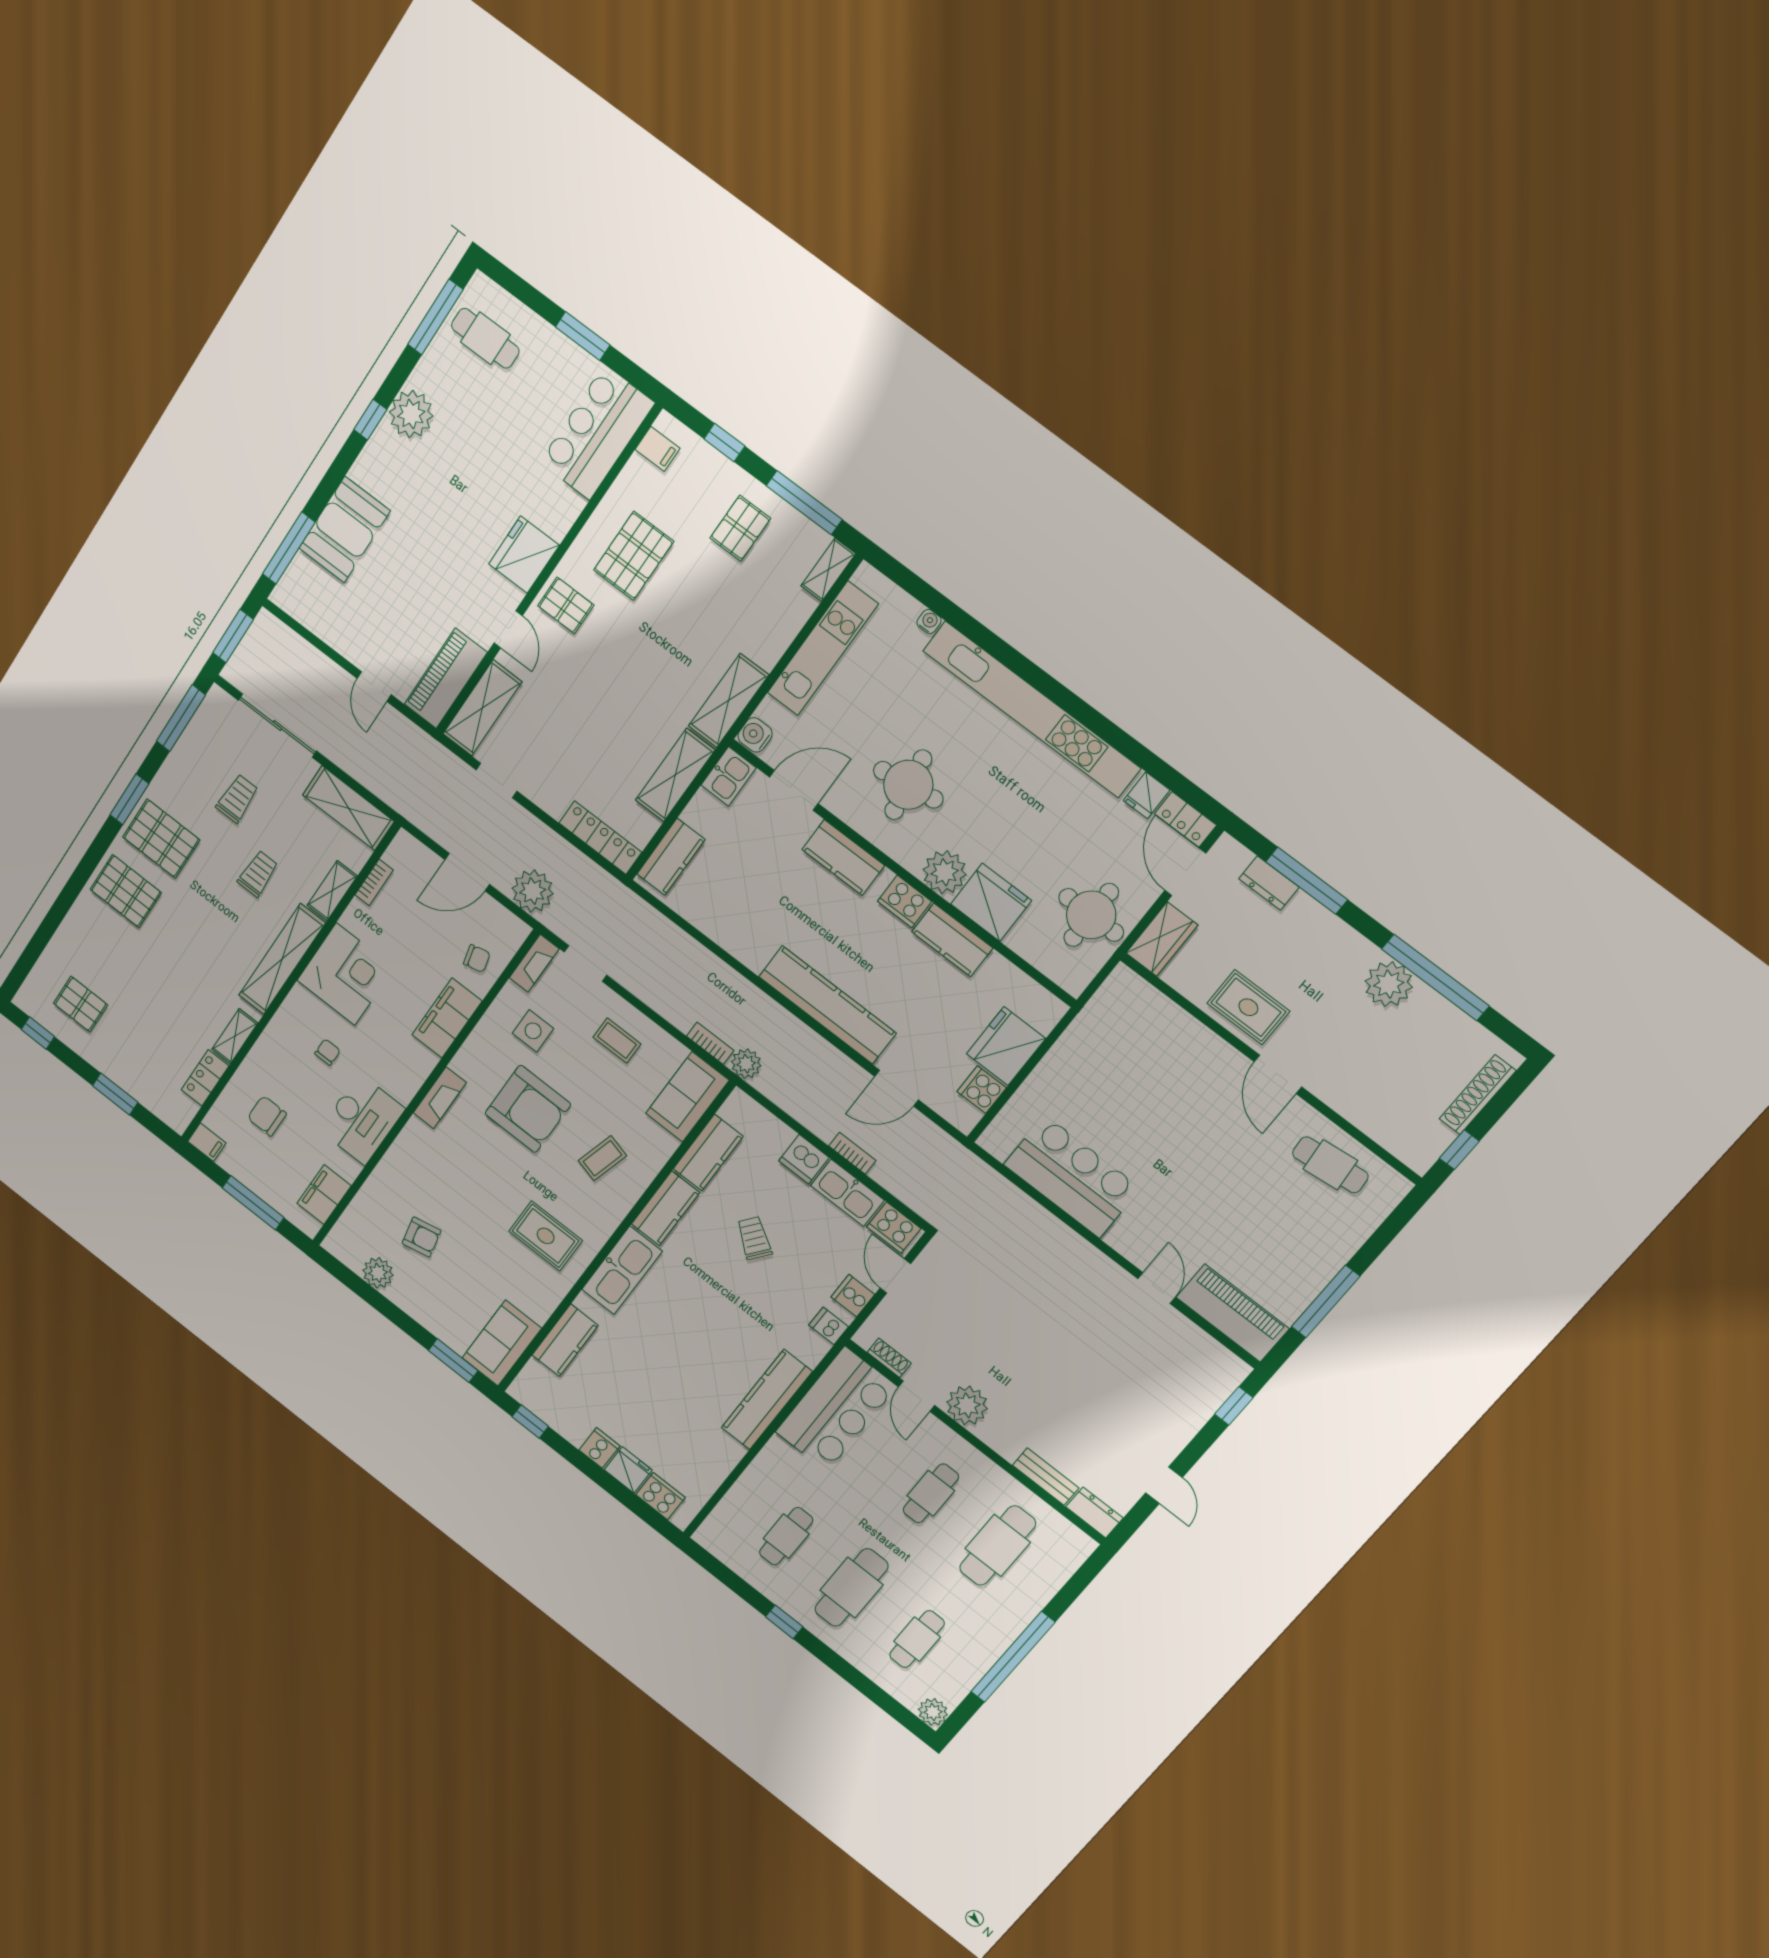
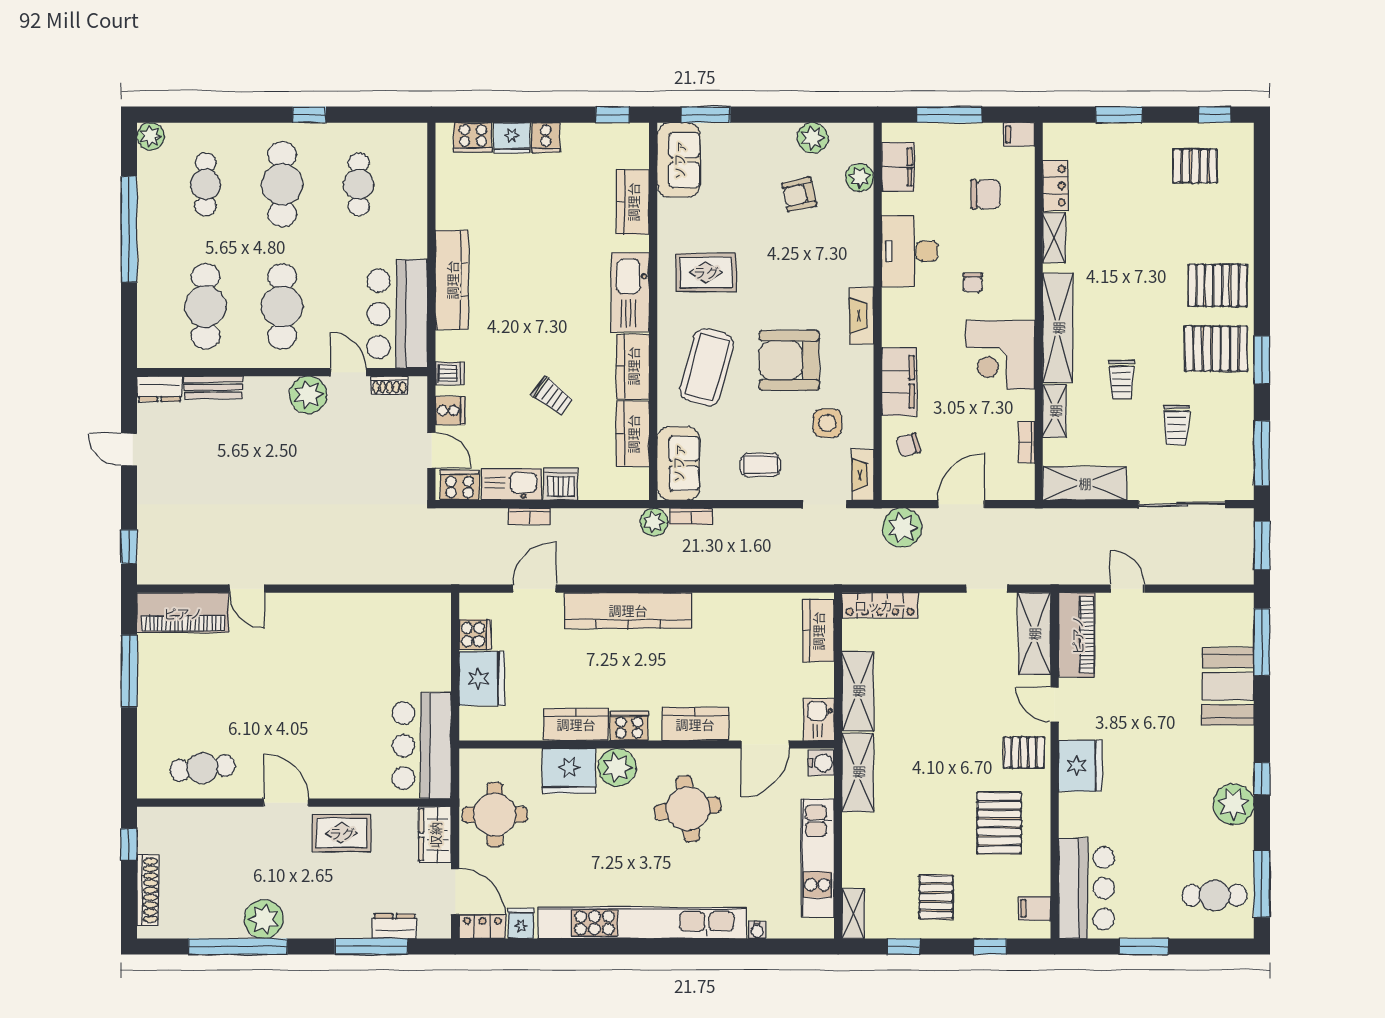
window: (804, 503) -> (904, 947), width x0.46
coffee table: (602, 1158) -> (707, 367), width x1.86, depth x1.72
bar counter: (1072, 1176) -> (422, 746), moved, turned 90
plant: (362, 1211) -> (860, 178), added
cafe table: (931, 1493) -> (282, 306), width x1.37, depth x1.35

